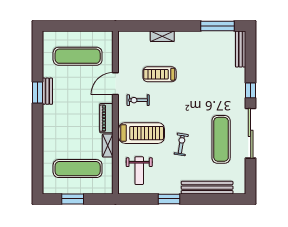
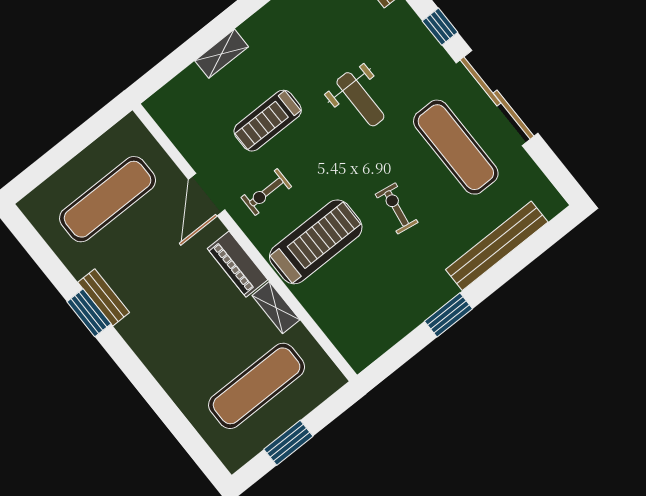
weight bench: (139, 171) -> (360, 99), moved

